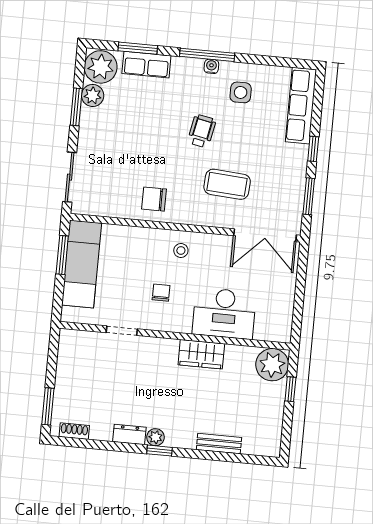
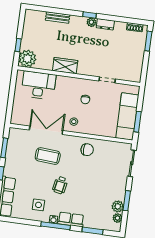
row of seats: (146, 65) -> (71, 219), moved
plant: (101, 67) -> (117, 218), width x0.53, depth x0.53
double door: (265, 235) -> (46, 130), moved
desk: (224, 313) -> (39, 85), moved

